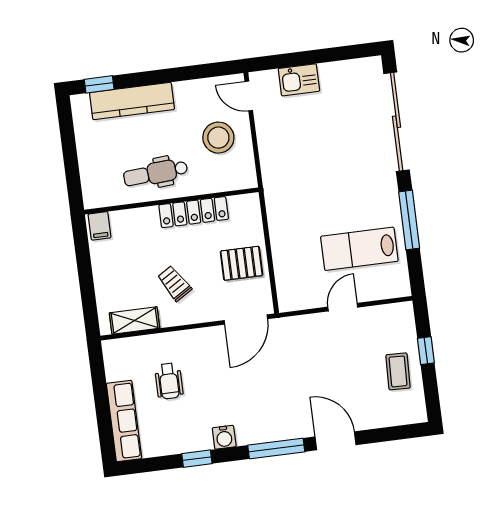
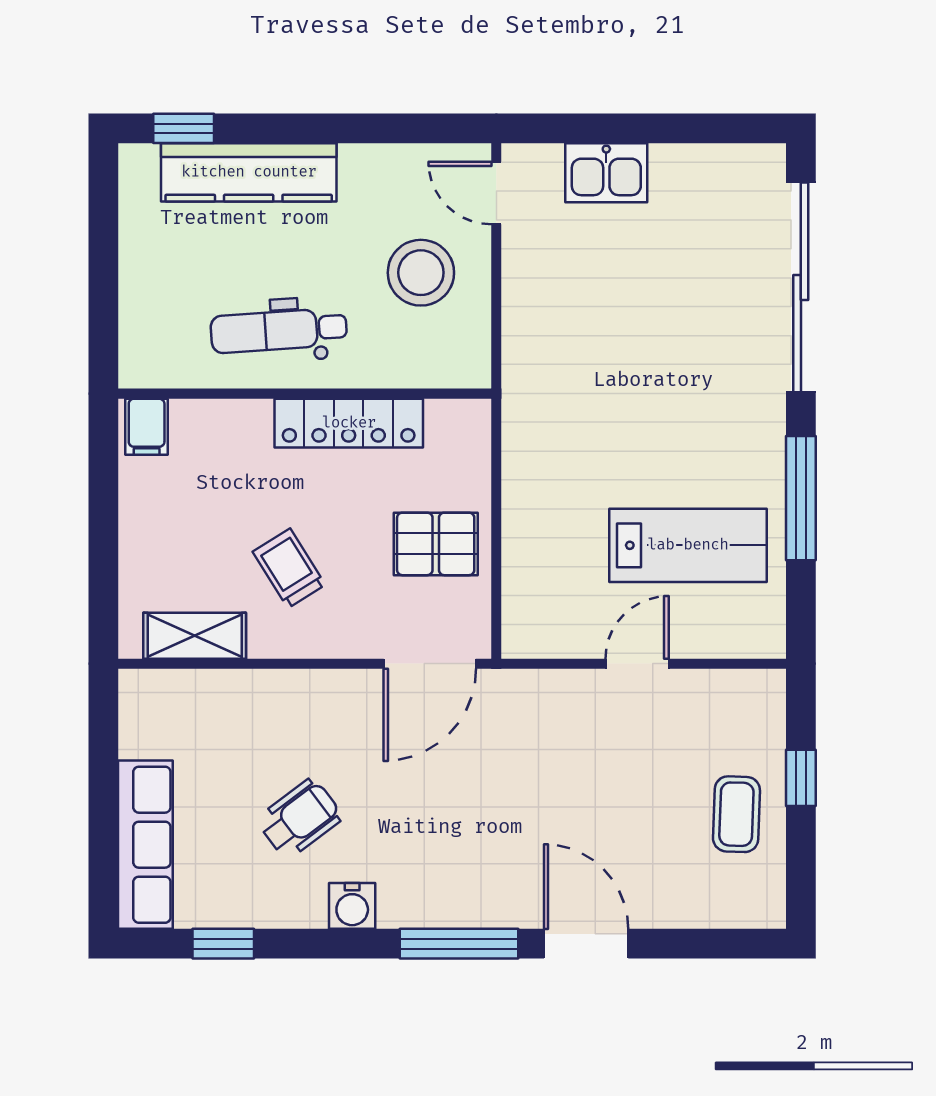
lab bench: (359, 249) -> (688, 545), turned 180
wheelchair: (169, 381) -> (300, 818), moved, turned -127
window: (197, 459) -> (223, 944), moved

